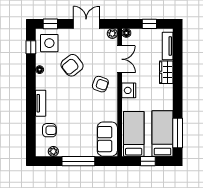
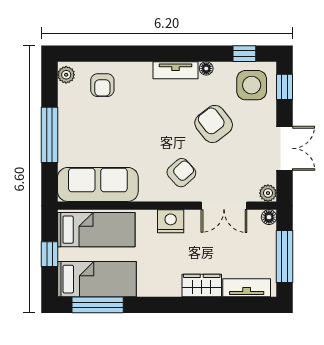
window: (149, 24) -> (285, 256), width x2.17
armchair: (100, 84) -> (181, 173), turned -151
tv unit: (41, 103) -> (175, 70), moved
sofa: (107, 139) -> (98, 184), width x1.36
plant: (53, 151) -> (66, 75), moved

